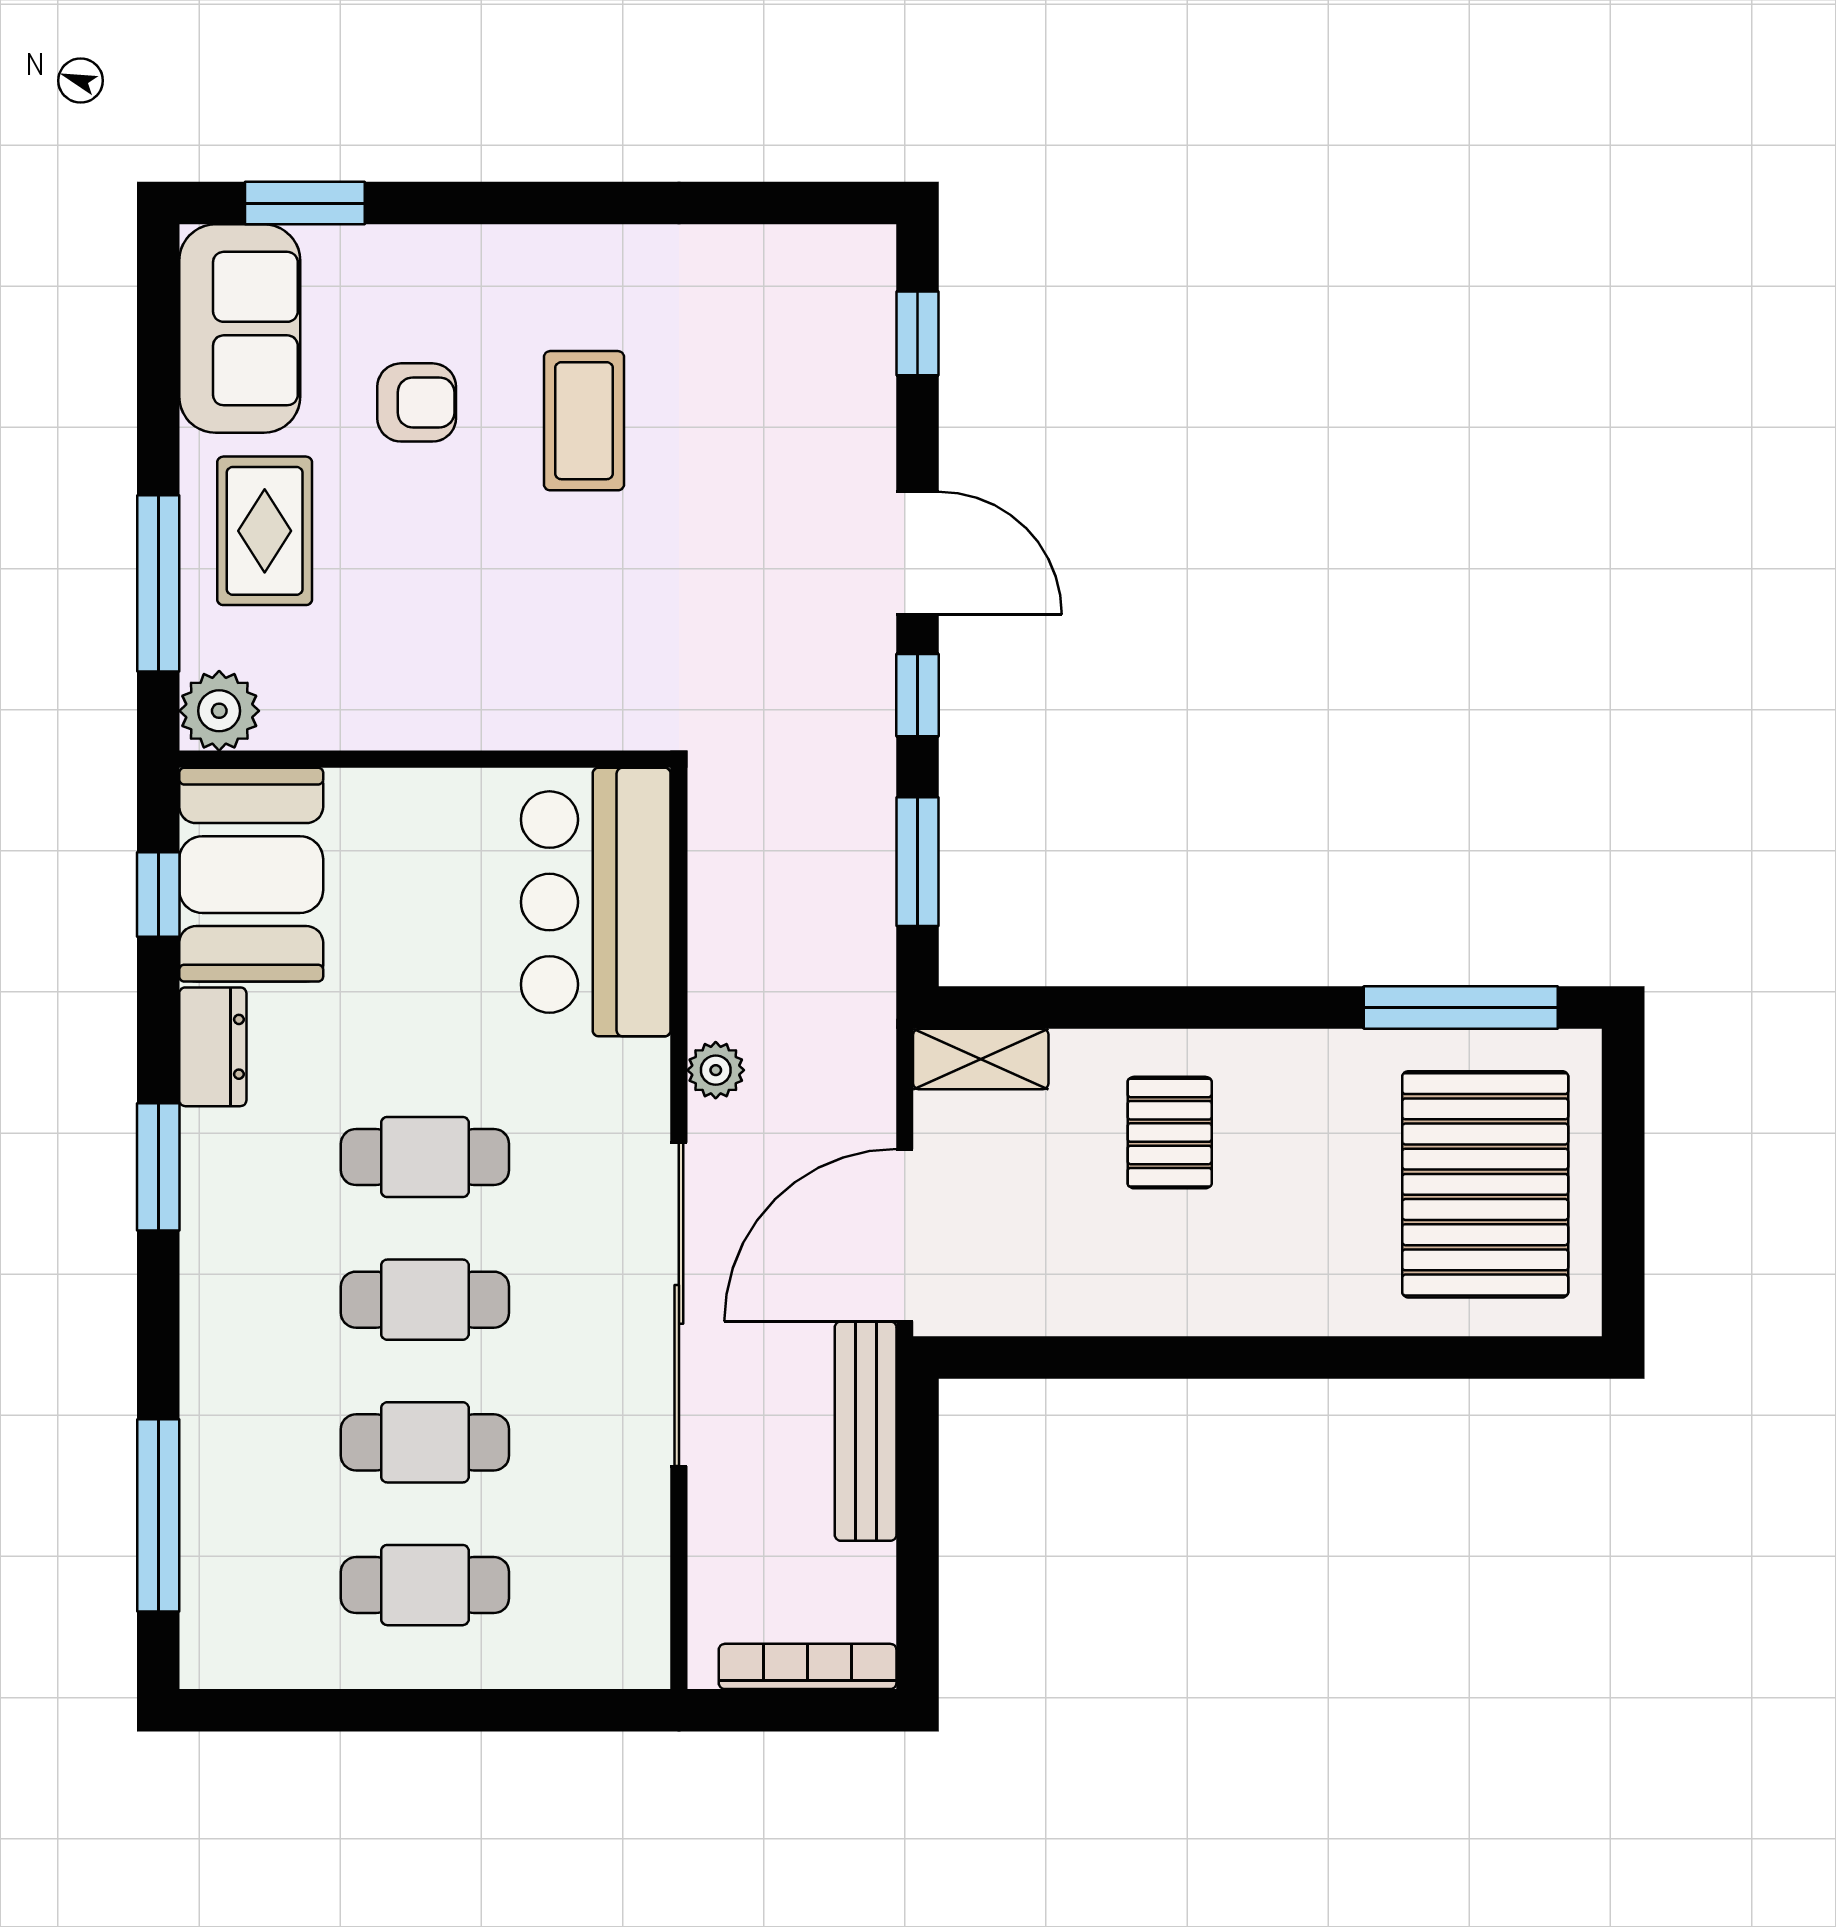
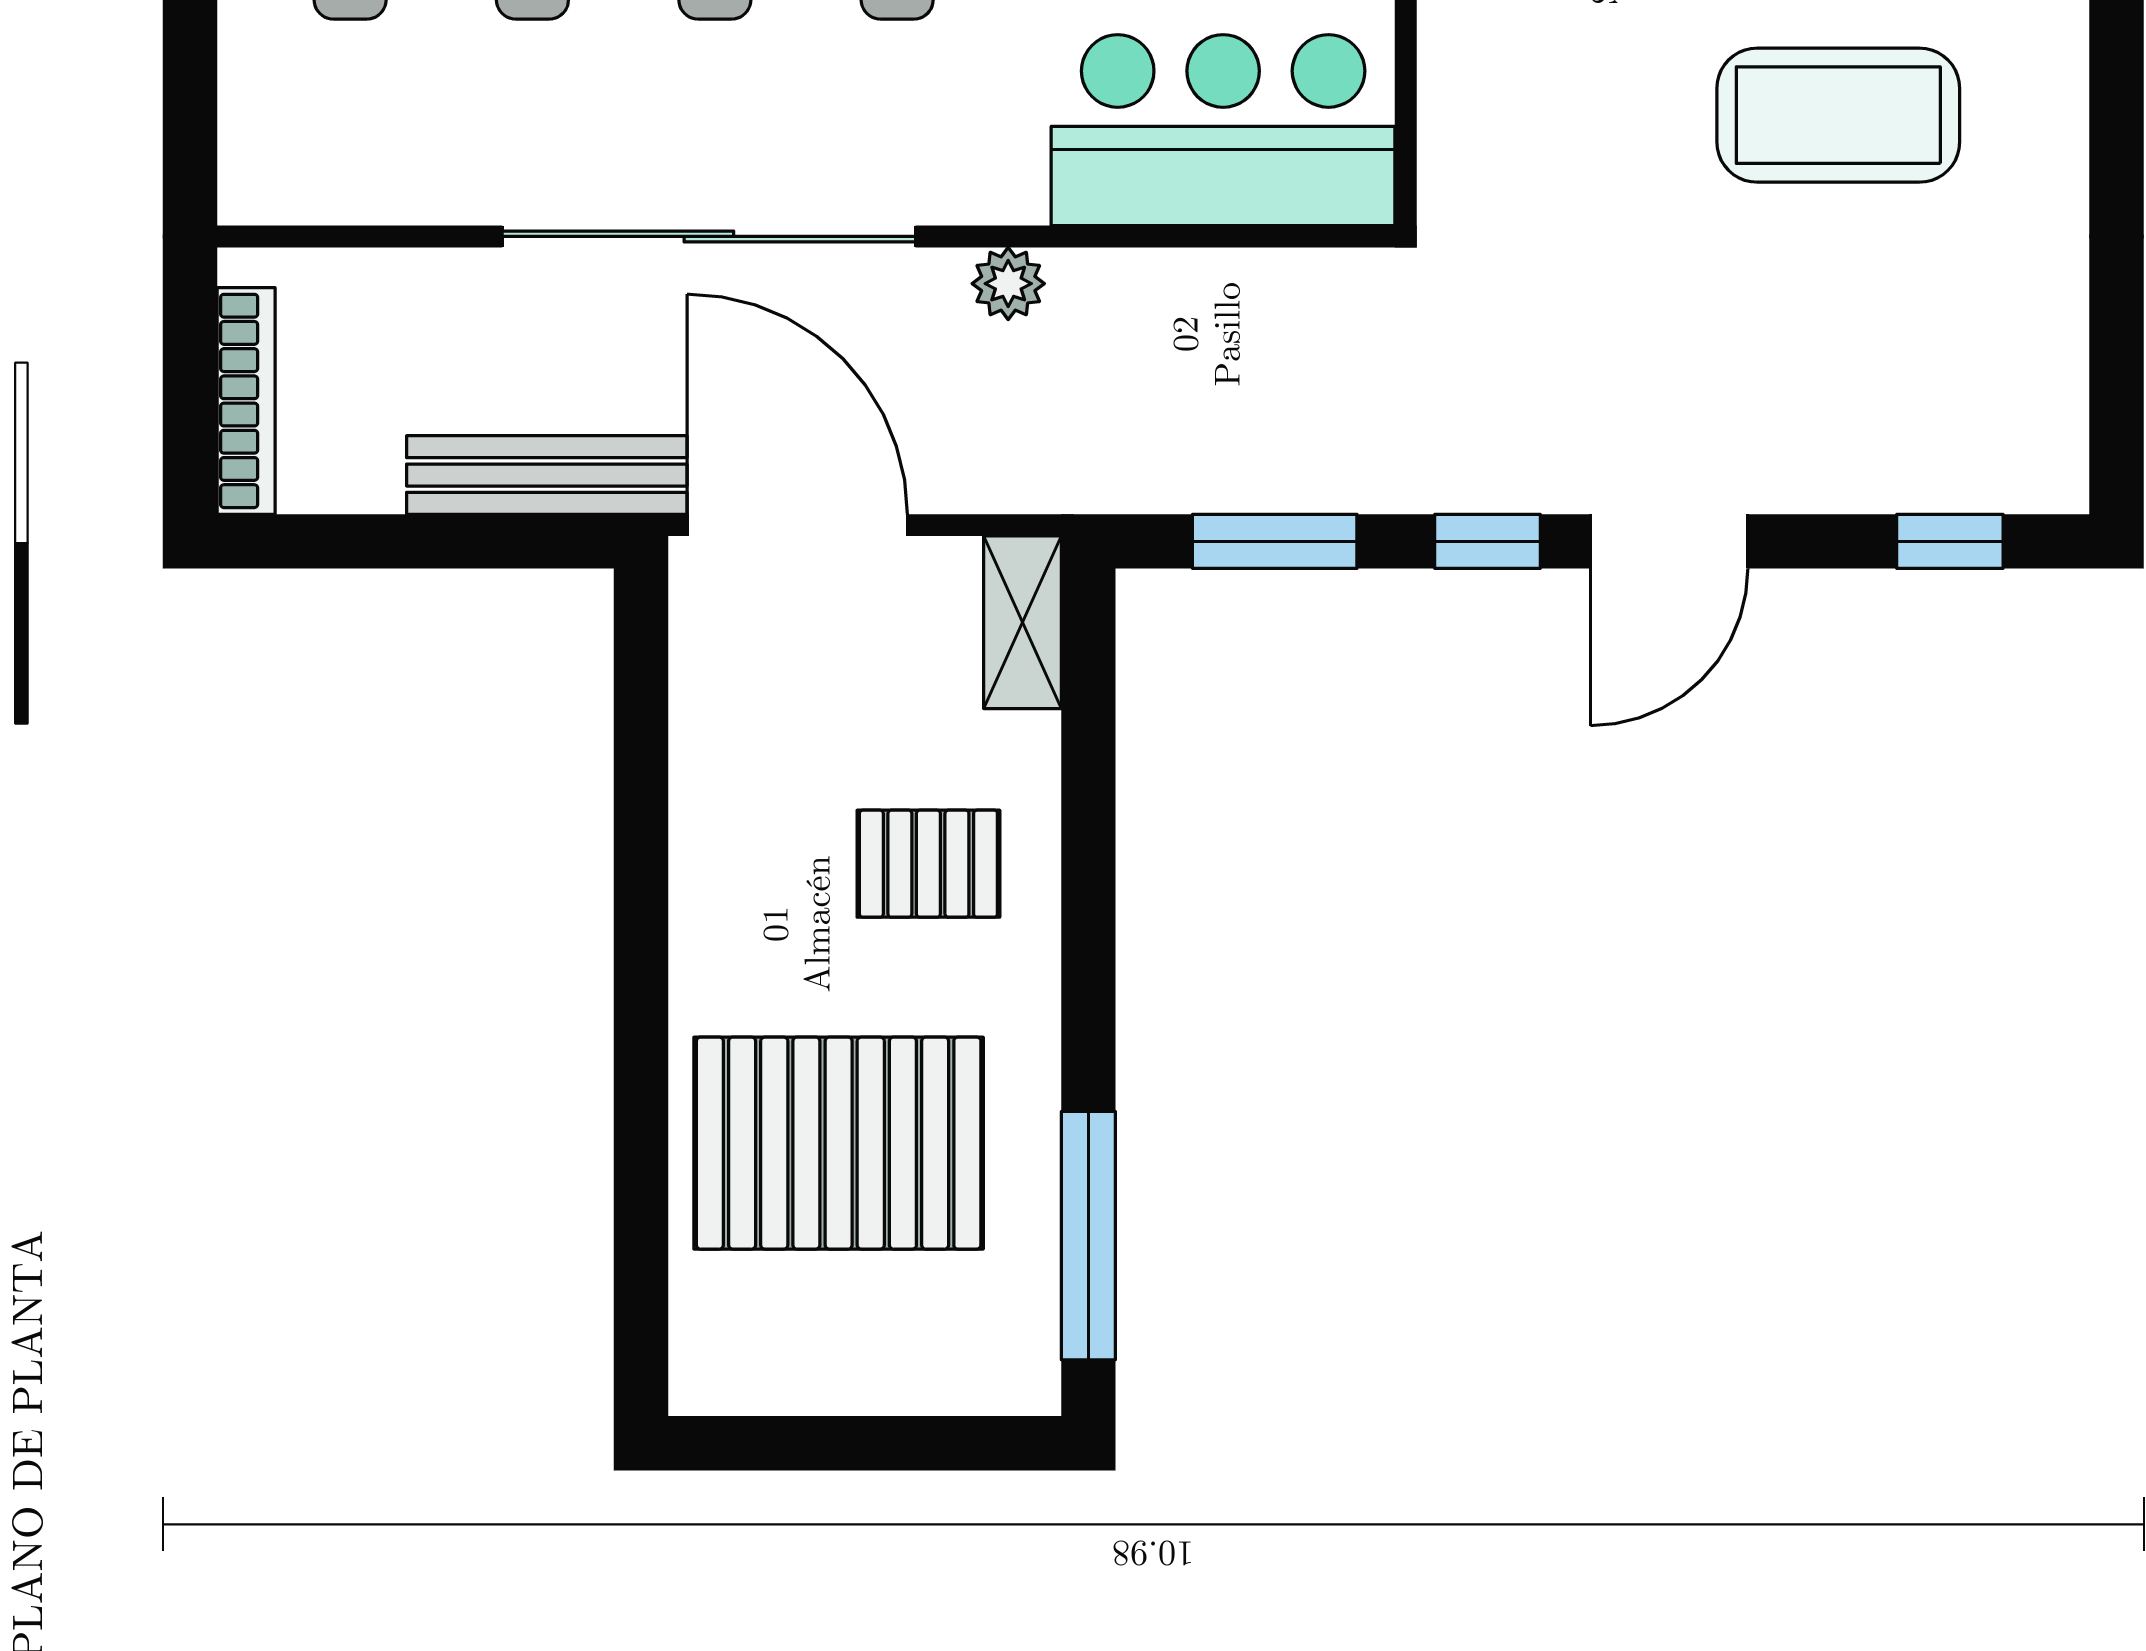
coffee table: (584, 421) -> (1838, 115), width x1.36, depth x1.32
pallet: (1485, 1184) -> (839, 1143), moved

